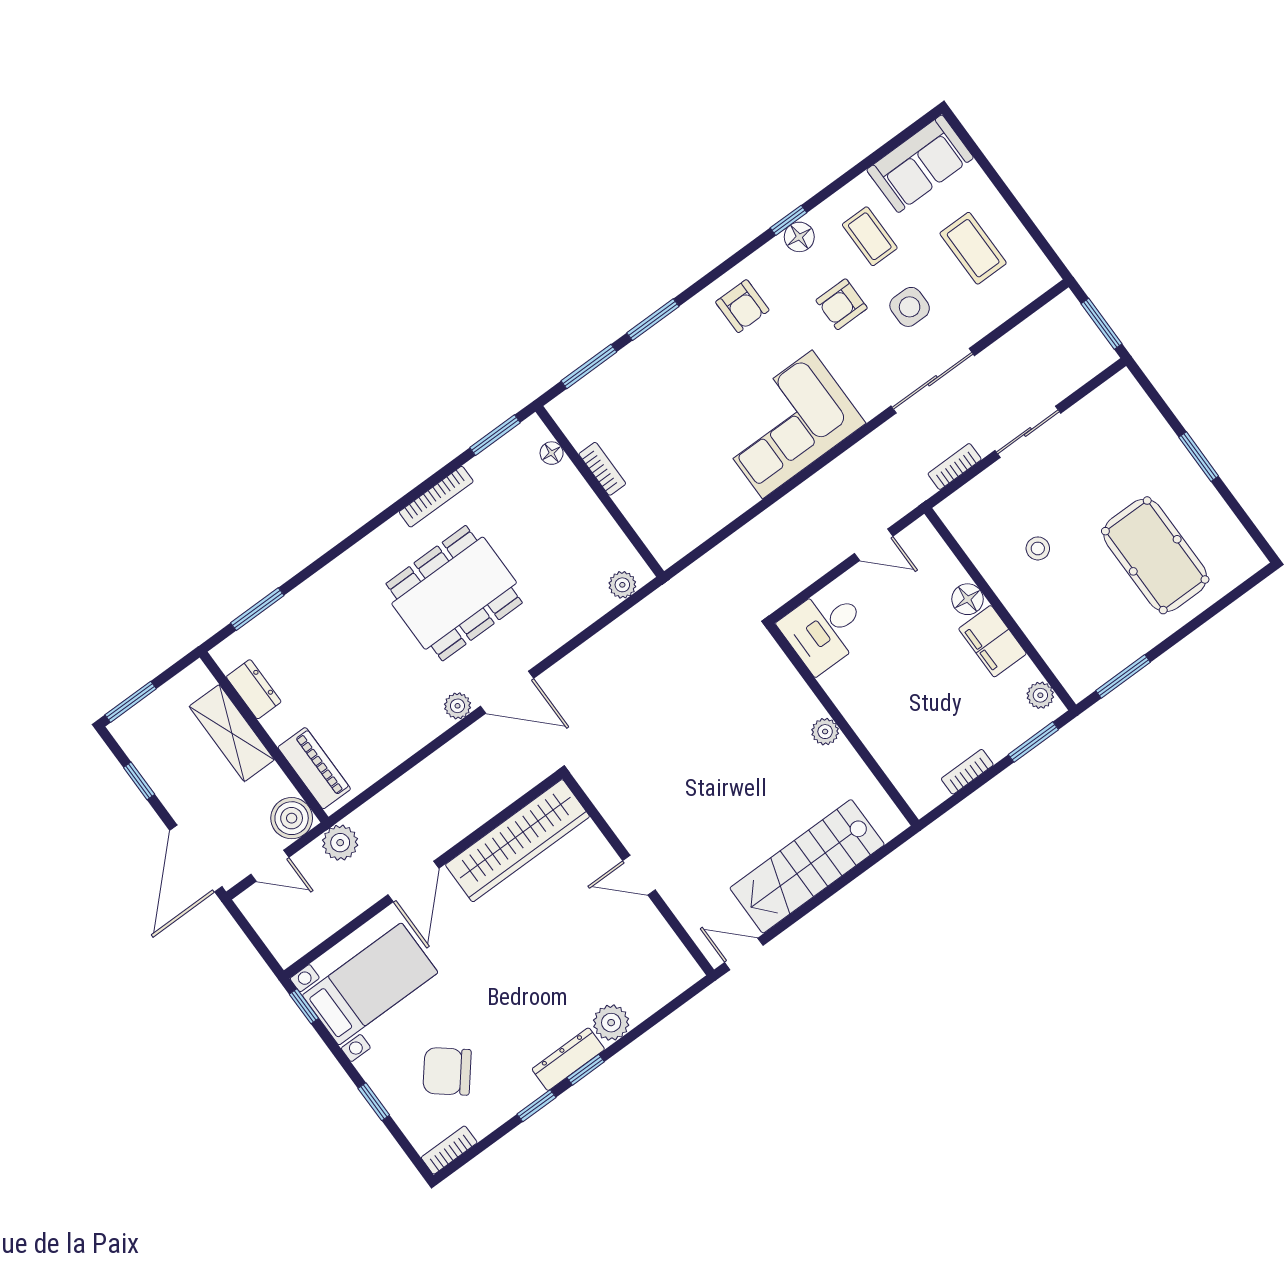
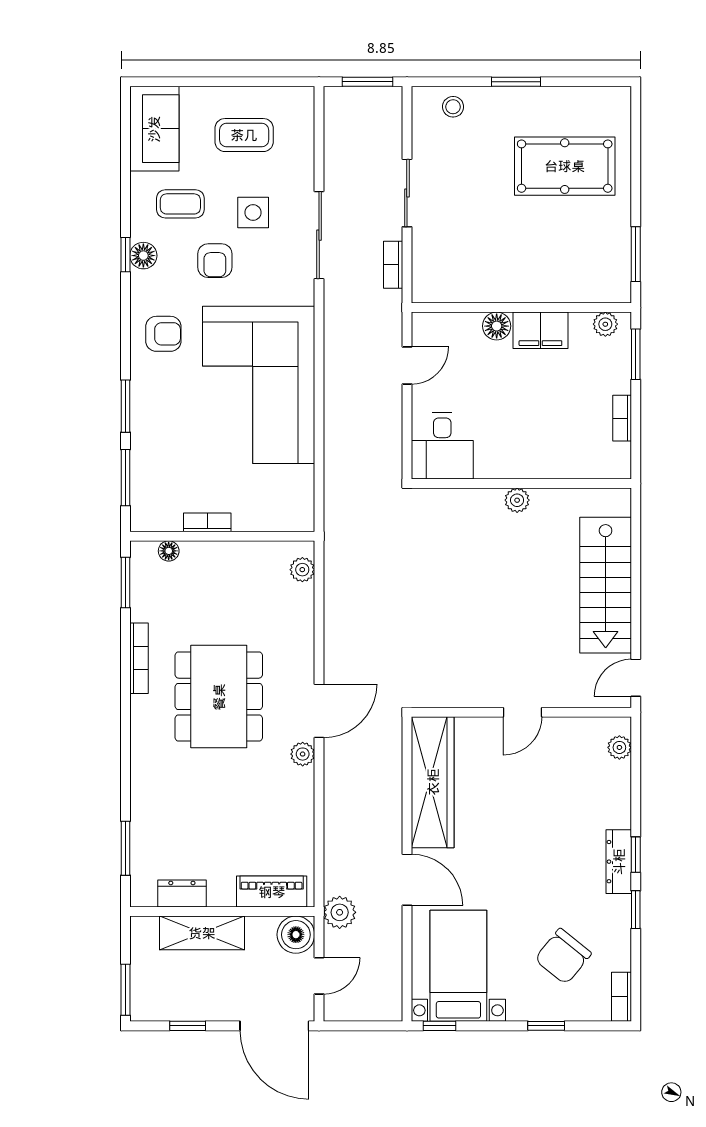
corner sofa: (787, 424) -> (259, 385), width x1.36, depth x1.36
stool: (1038, 548) -> (453, 107), moved
plant: (611, 1023) -> (619, 747), moved, width x0.73, depth x0.73

